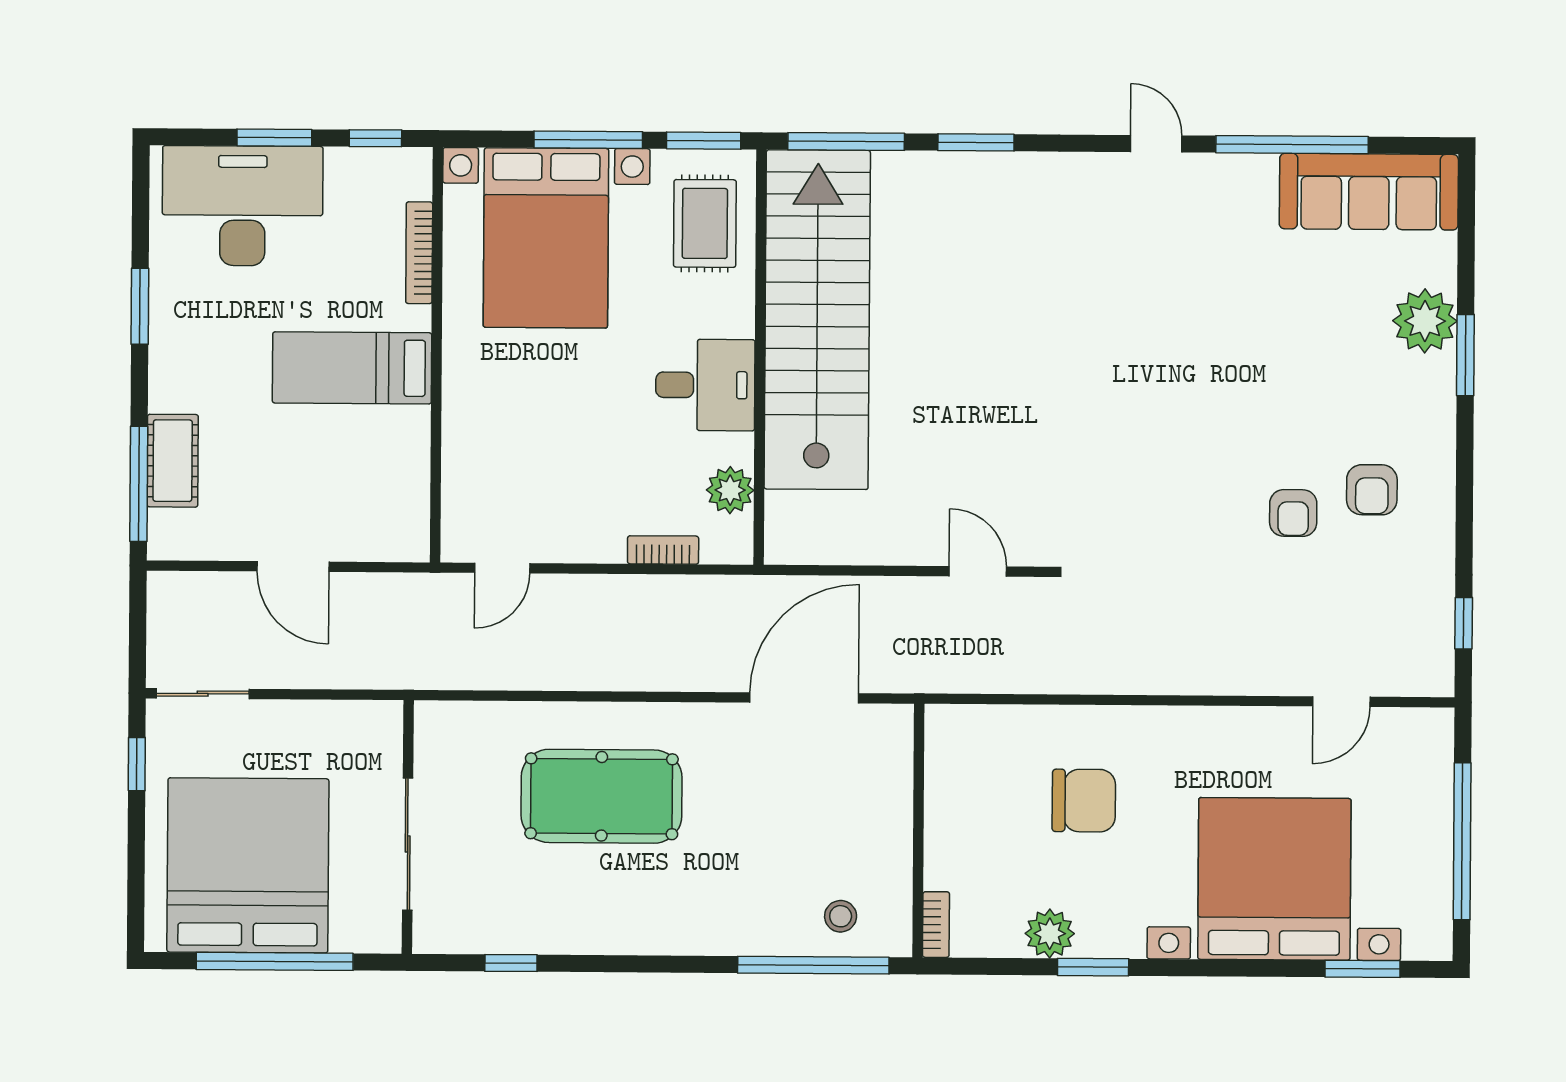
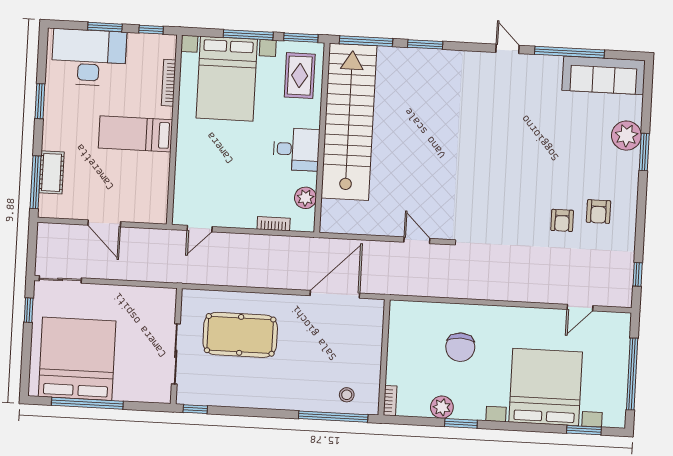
chair: (1084, 801) -> (460, 347), turned 90
wall: (408, 827) -> (176, 346), moved
sliding door: (408, 844) -> (176, 354), moved

